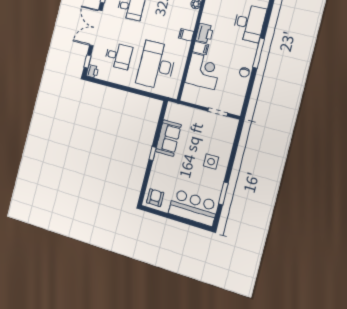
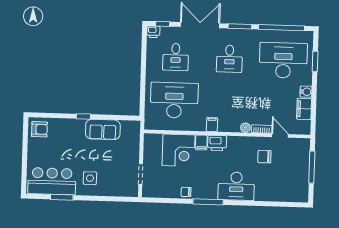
bar counter: (193, 208) -> (52, 181), moved, turned -90

